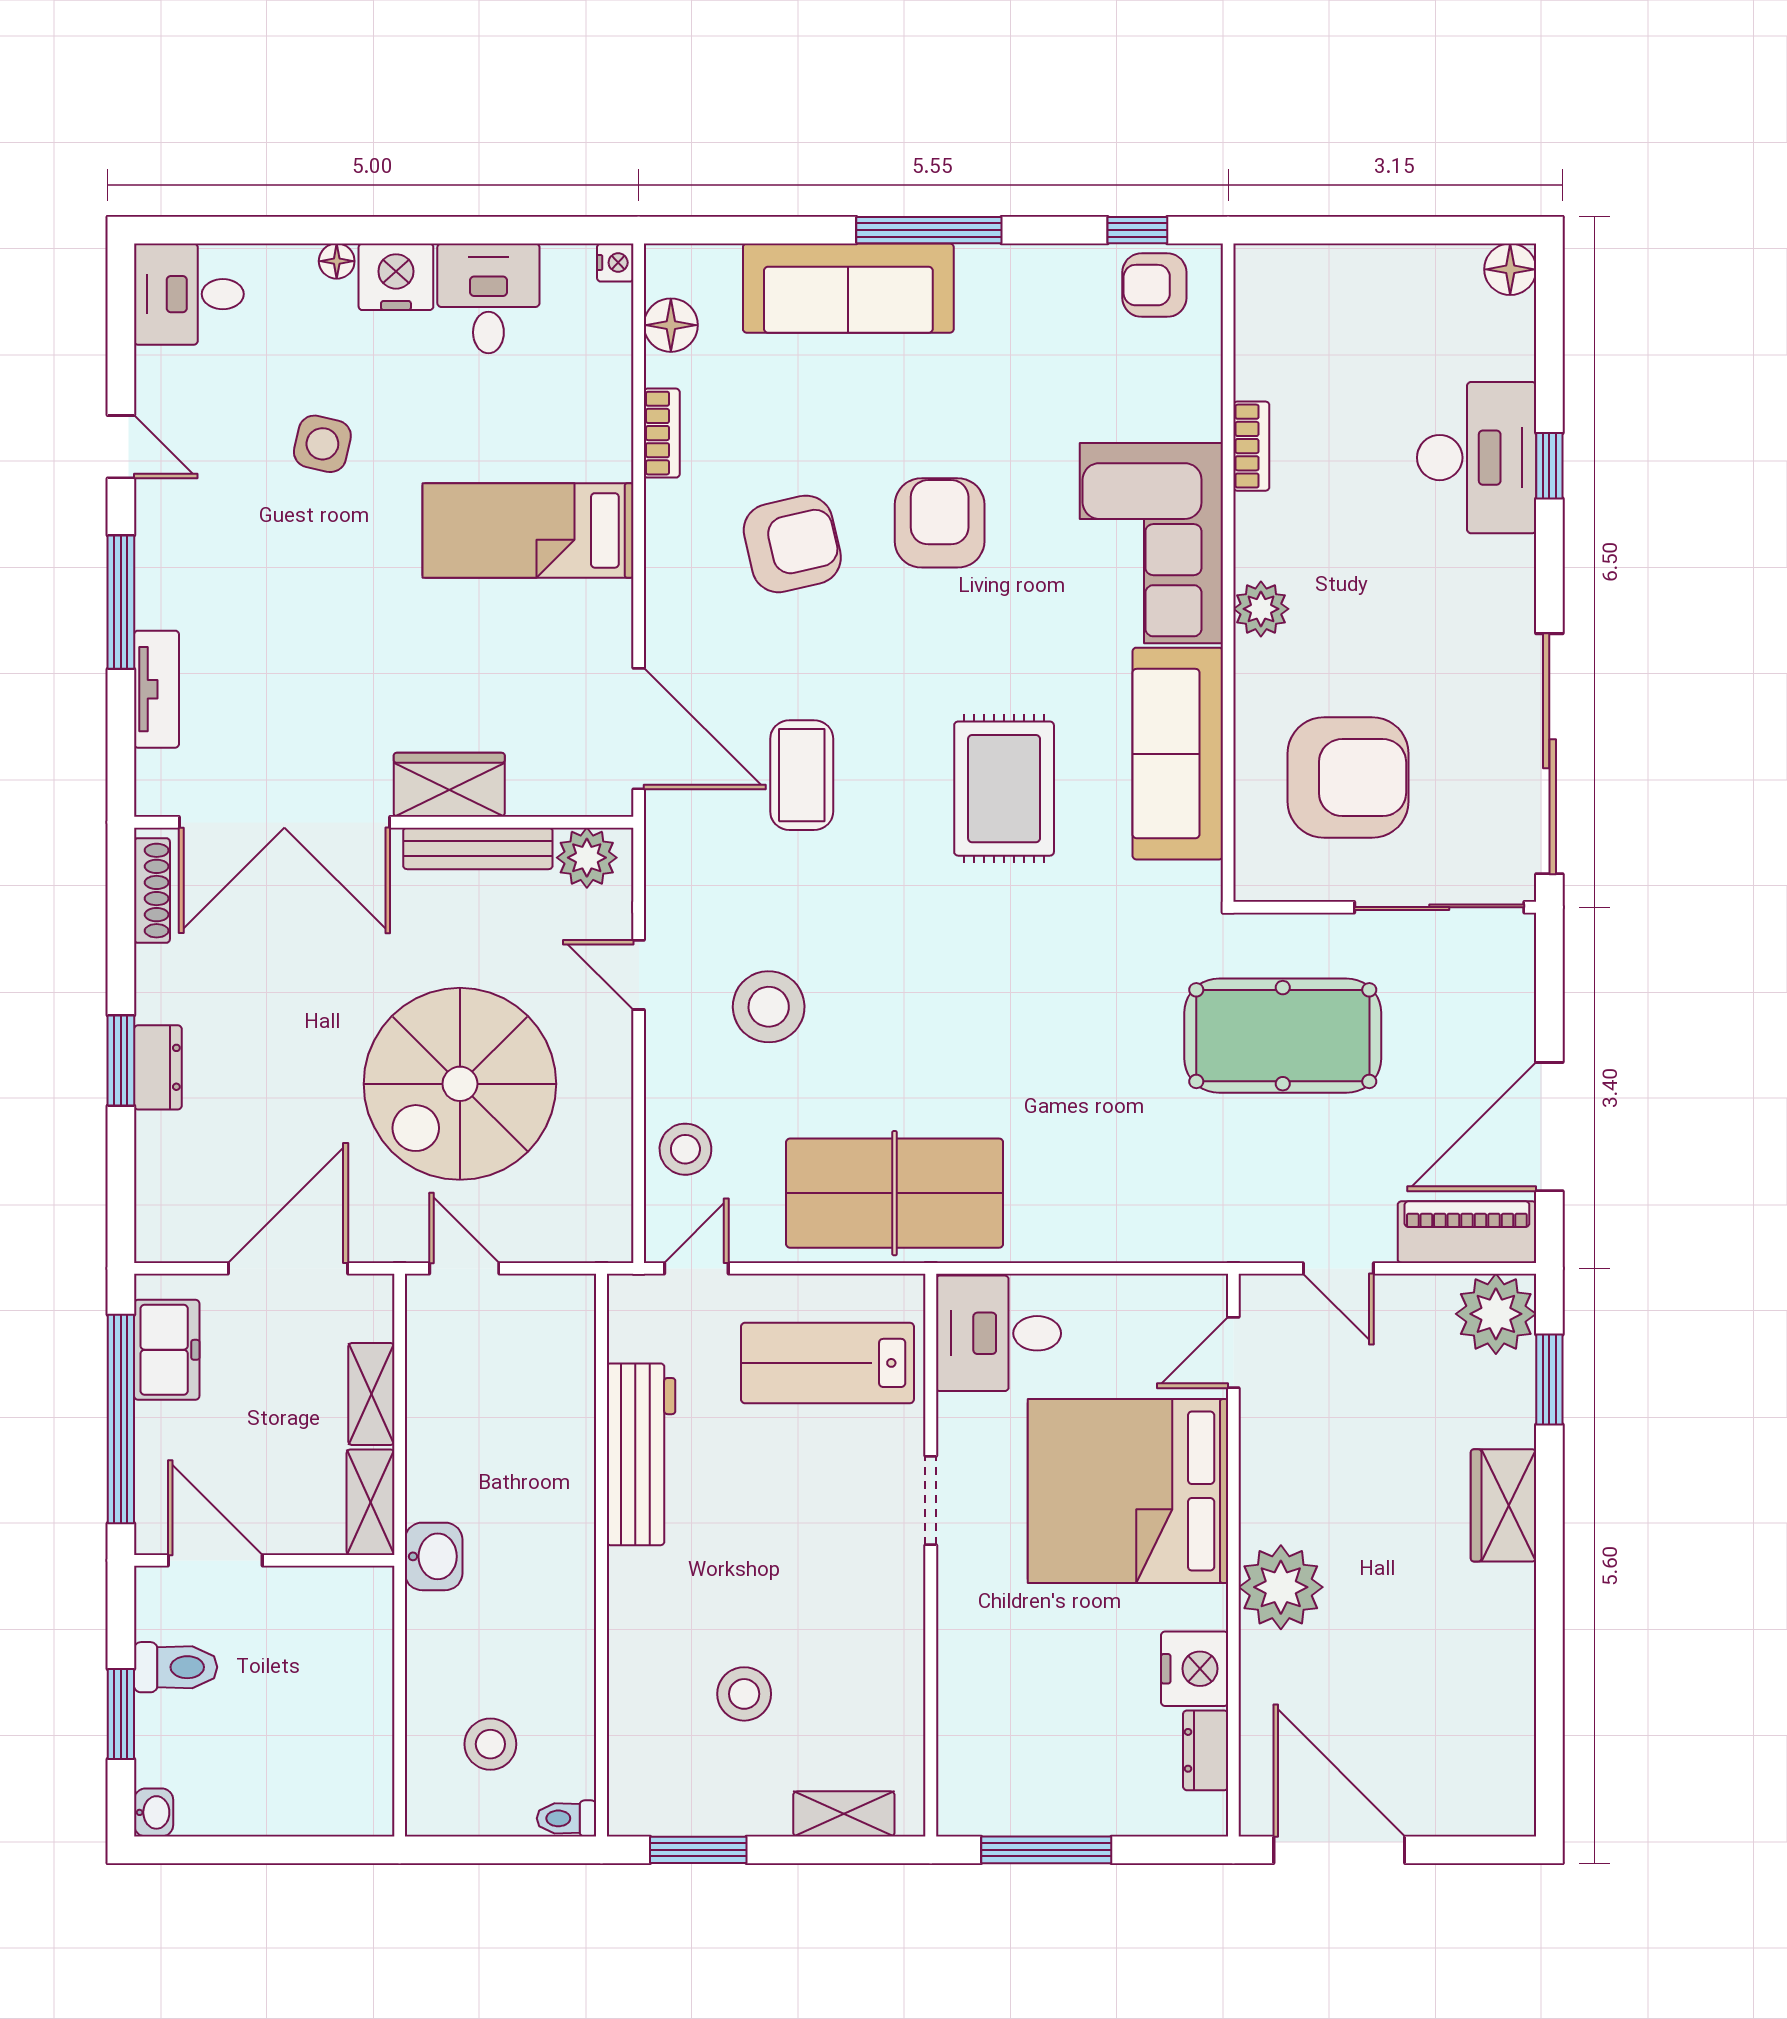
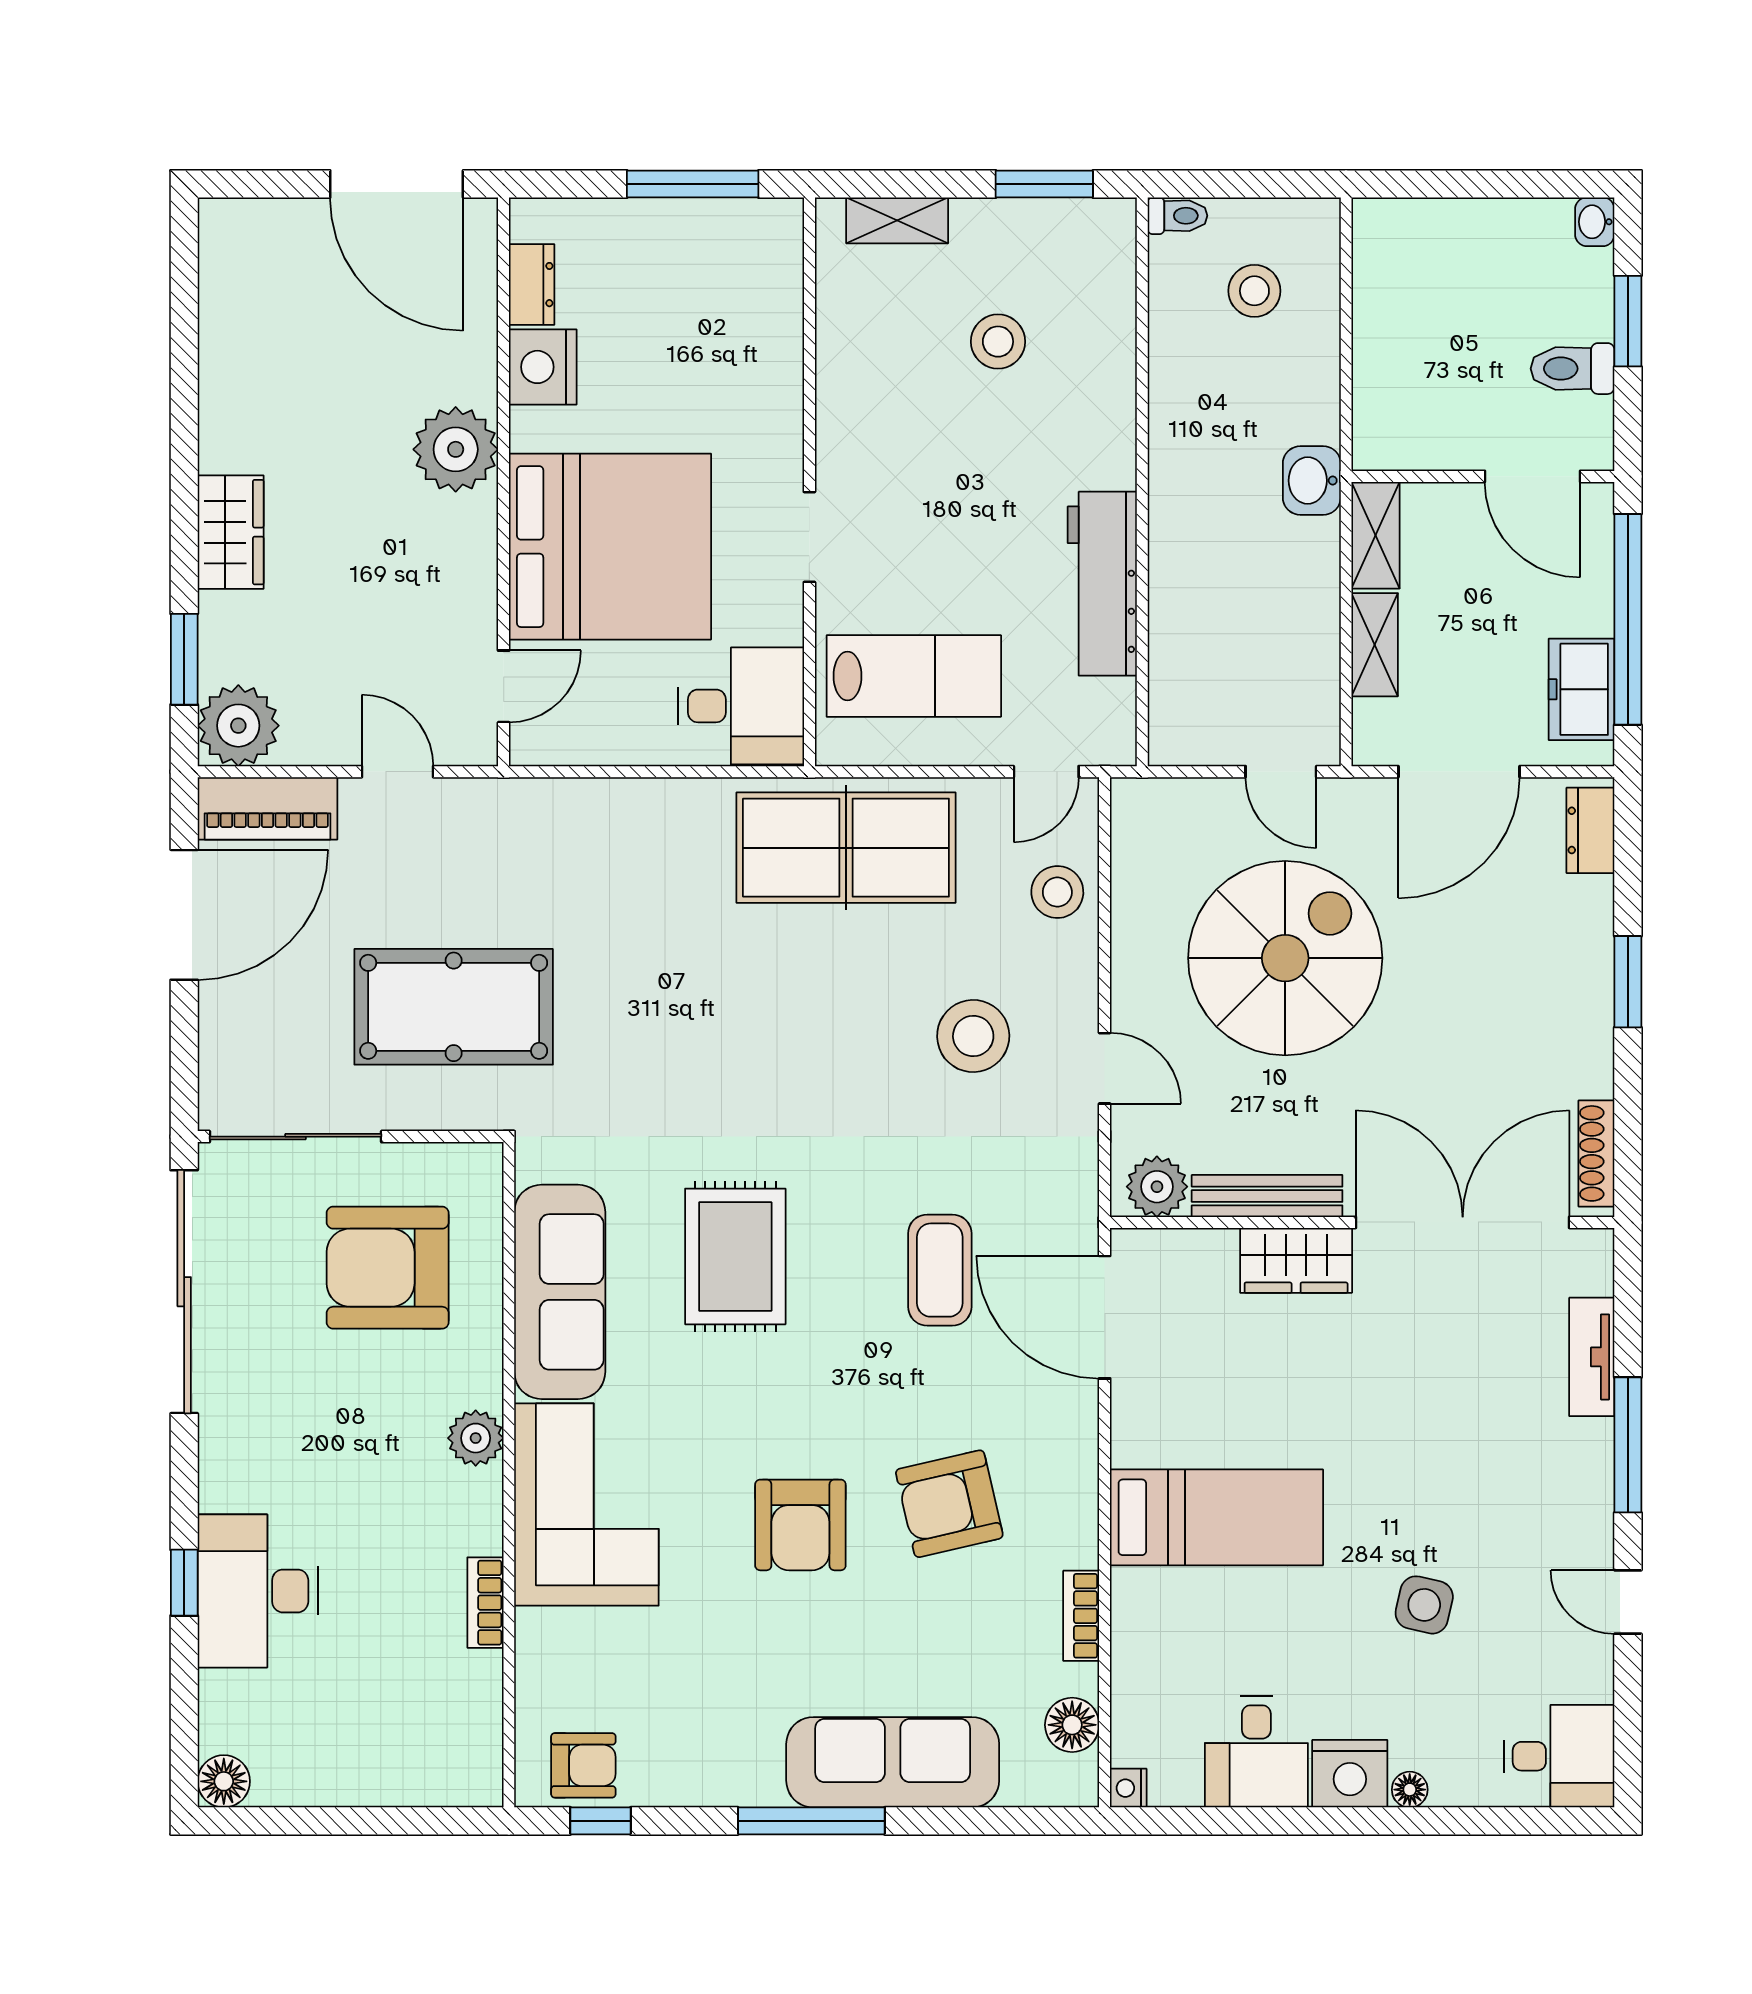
dresser: (158, 1067) -> (1590, 830), moved

